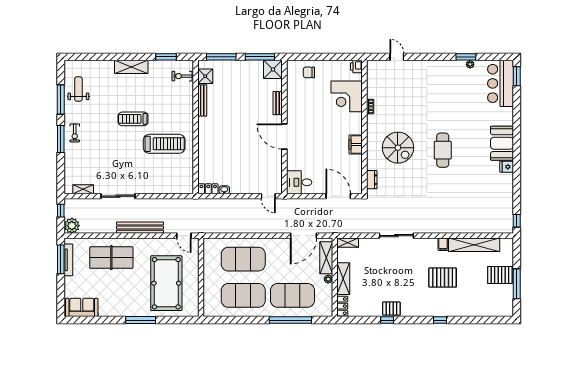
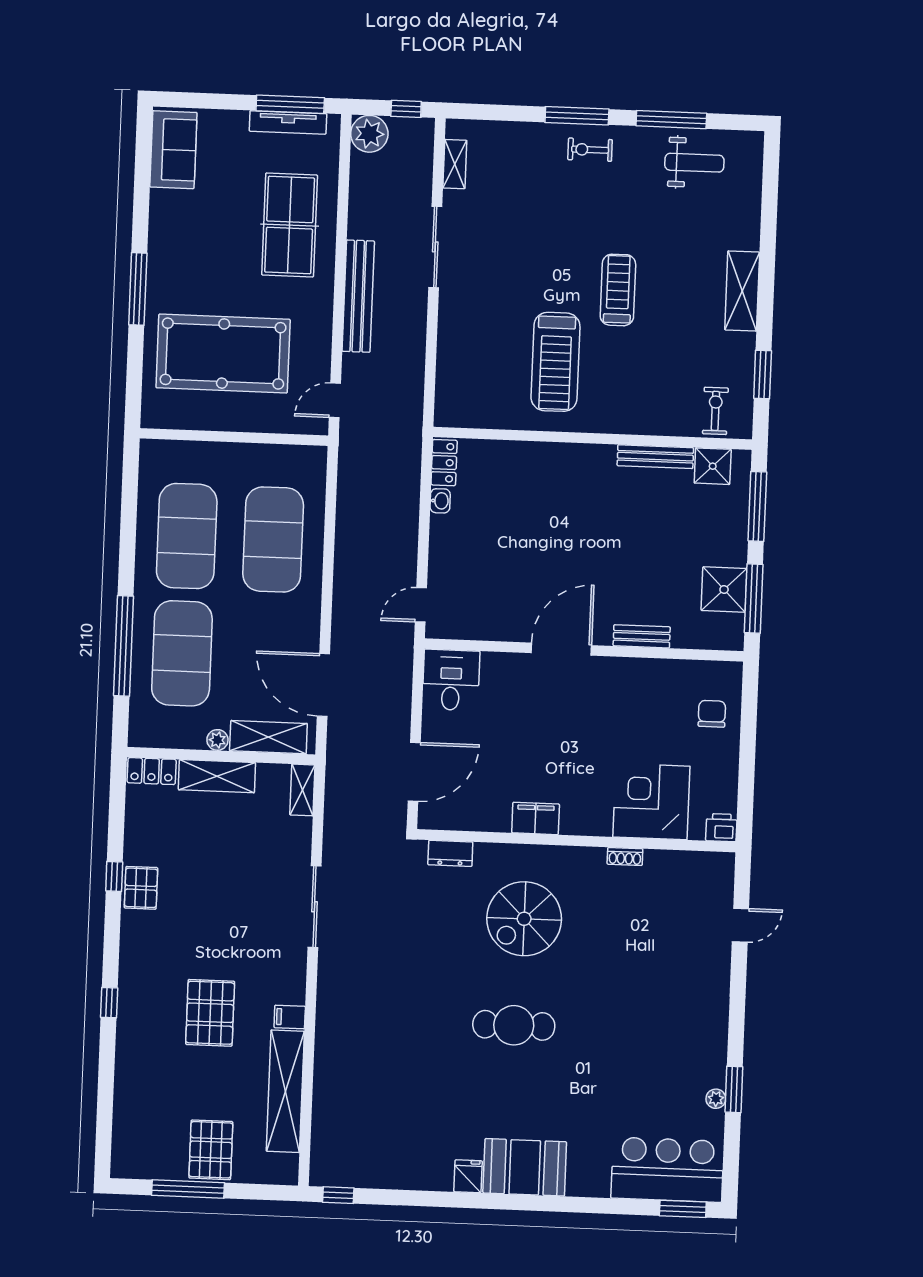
shower: (273, 69) -> (724, 589), moved

